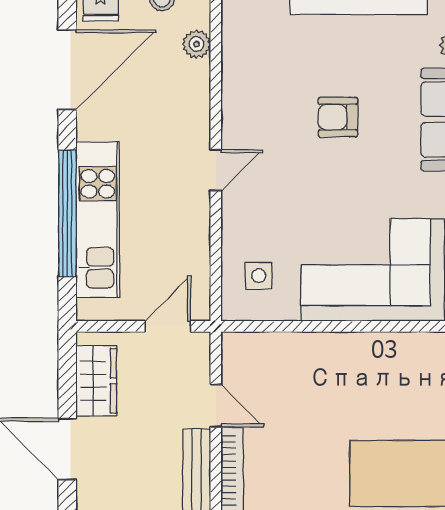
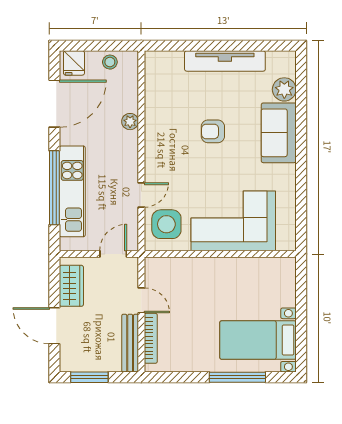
plant: (196, 44) -> (130, 122), moved
door: (216, 170) -> (141, 195), moved
side table: (259, 276) -> (166, 224), width x1.87, depth x1.87

